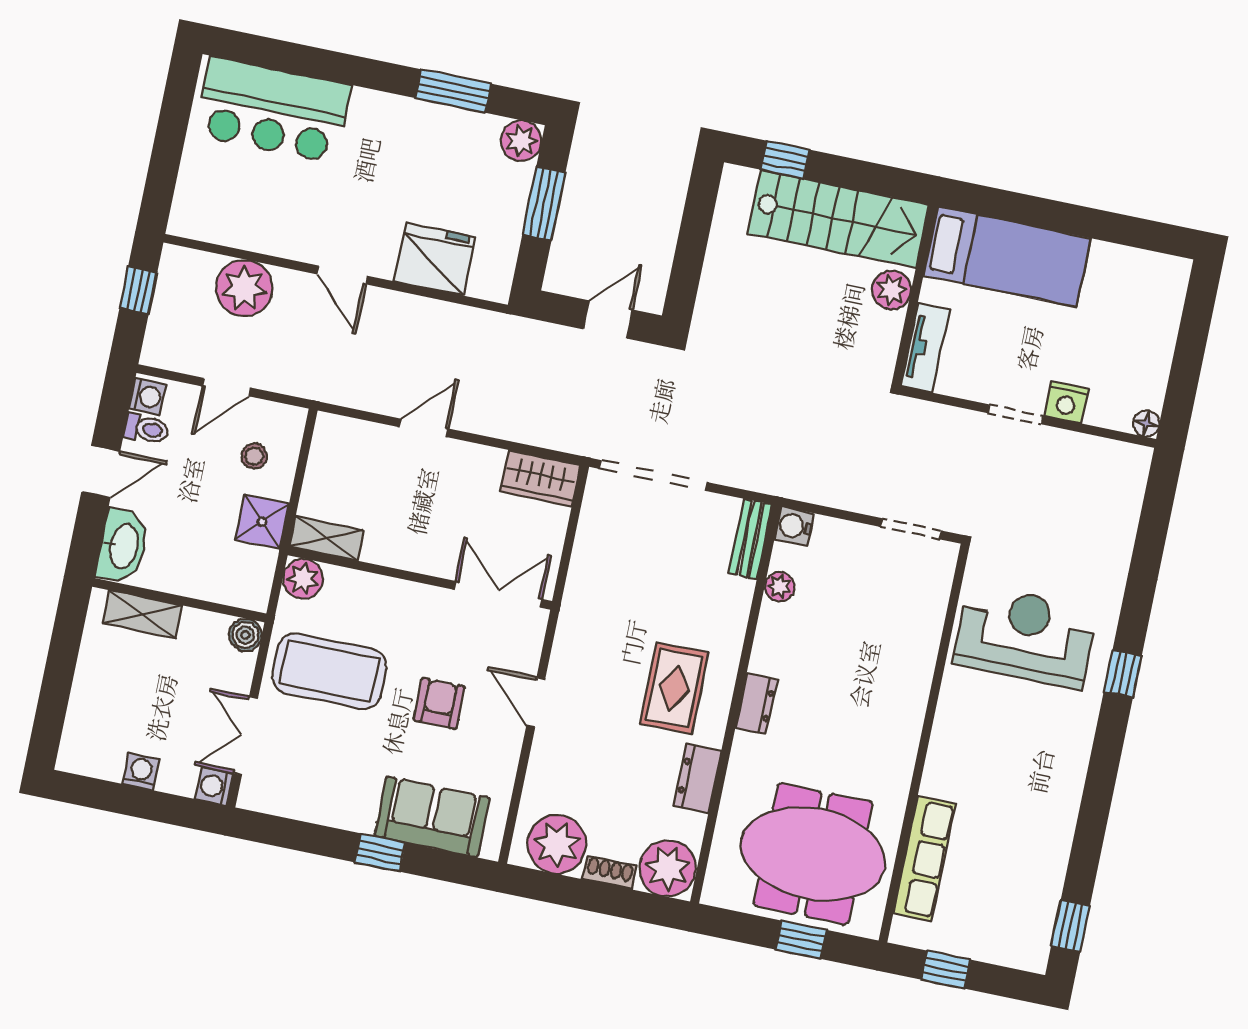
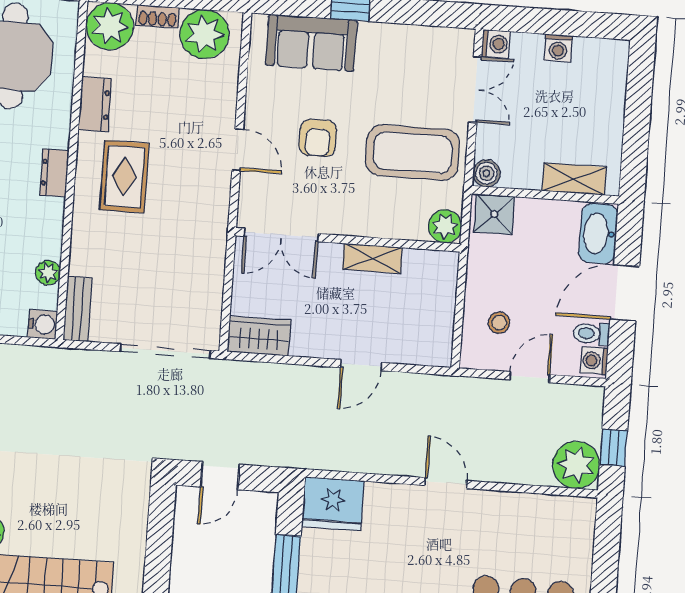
fridge: (434, 259) -> (333, 504), moved
plant: (244, 288) -> (576, 465), moved
door: (101, 472) -> (625, 293), width x1.37
shower: (262, 522) -> (494, 214), moved
shelving: (327, 538) -> (372, 258), moved

